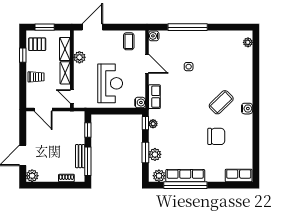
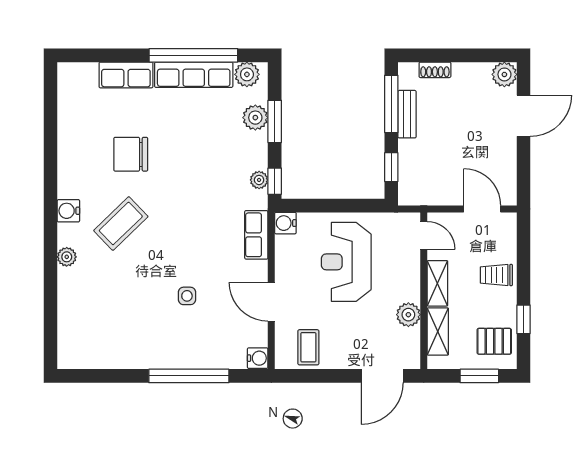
plant: (248, 42) -> (67, 257), moved
row of seats: (239, 175) -> (126, 75), moved

